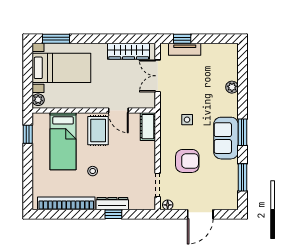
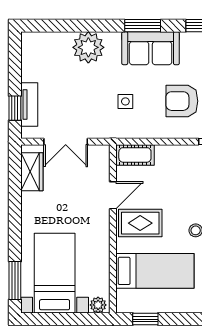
wardrobe: (129, 51) -> (32, 172), width x0.67
plant: (232, 87) -> (88, 47), width x1.88, depth x1.88
armchair: (187, 161) -> (182, 101), turned -90

